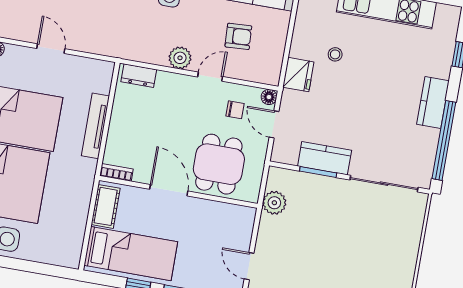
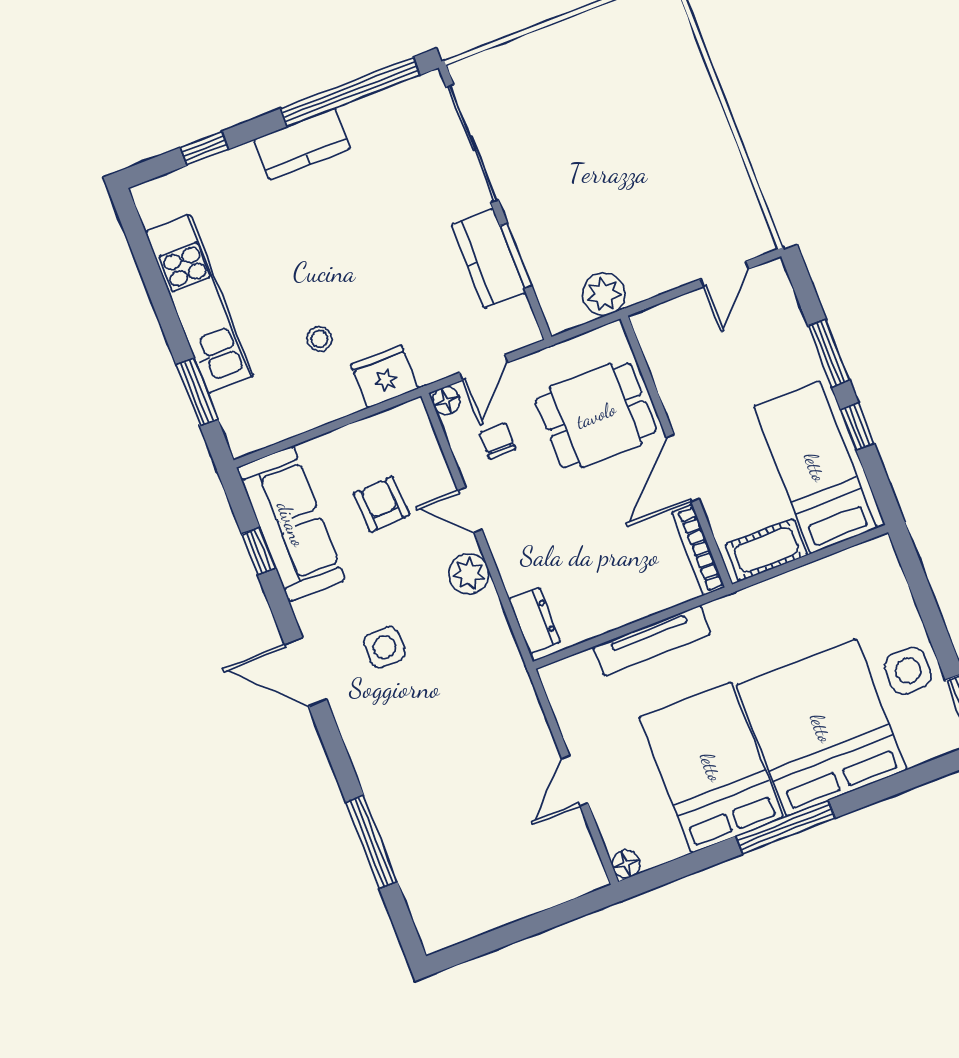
bookcase: (116, 172) -> (698, 550), width x1.56

